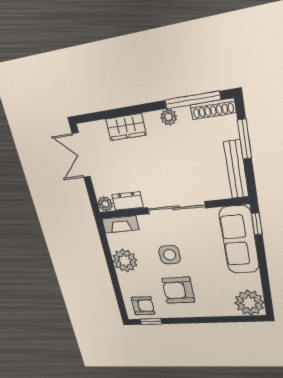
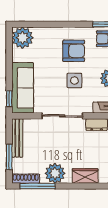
plant: (169, 117) -> (55, 173), width x1.87, depth x1.87

